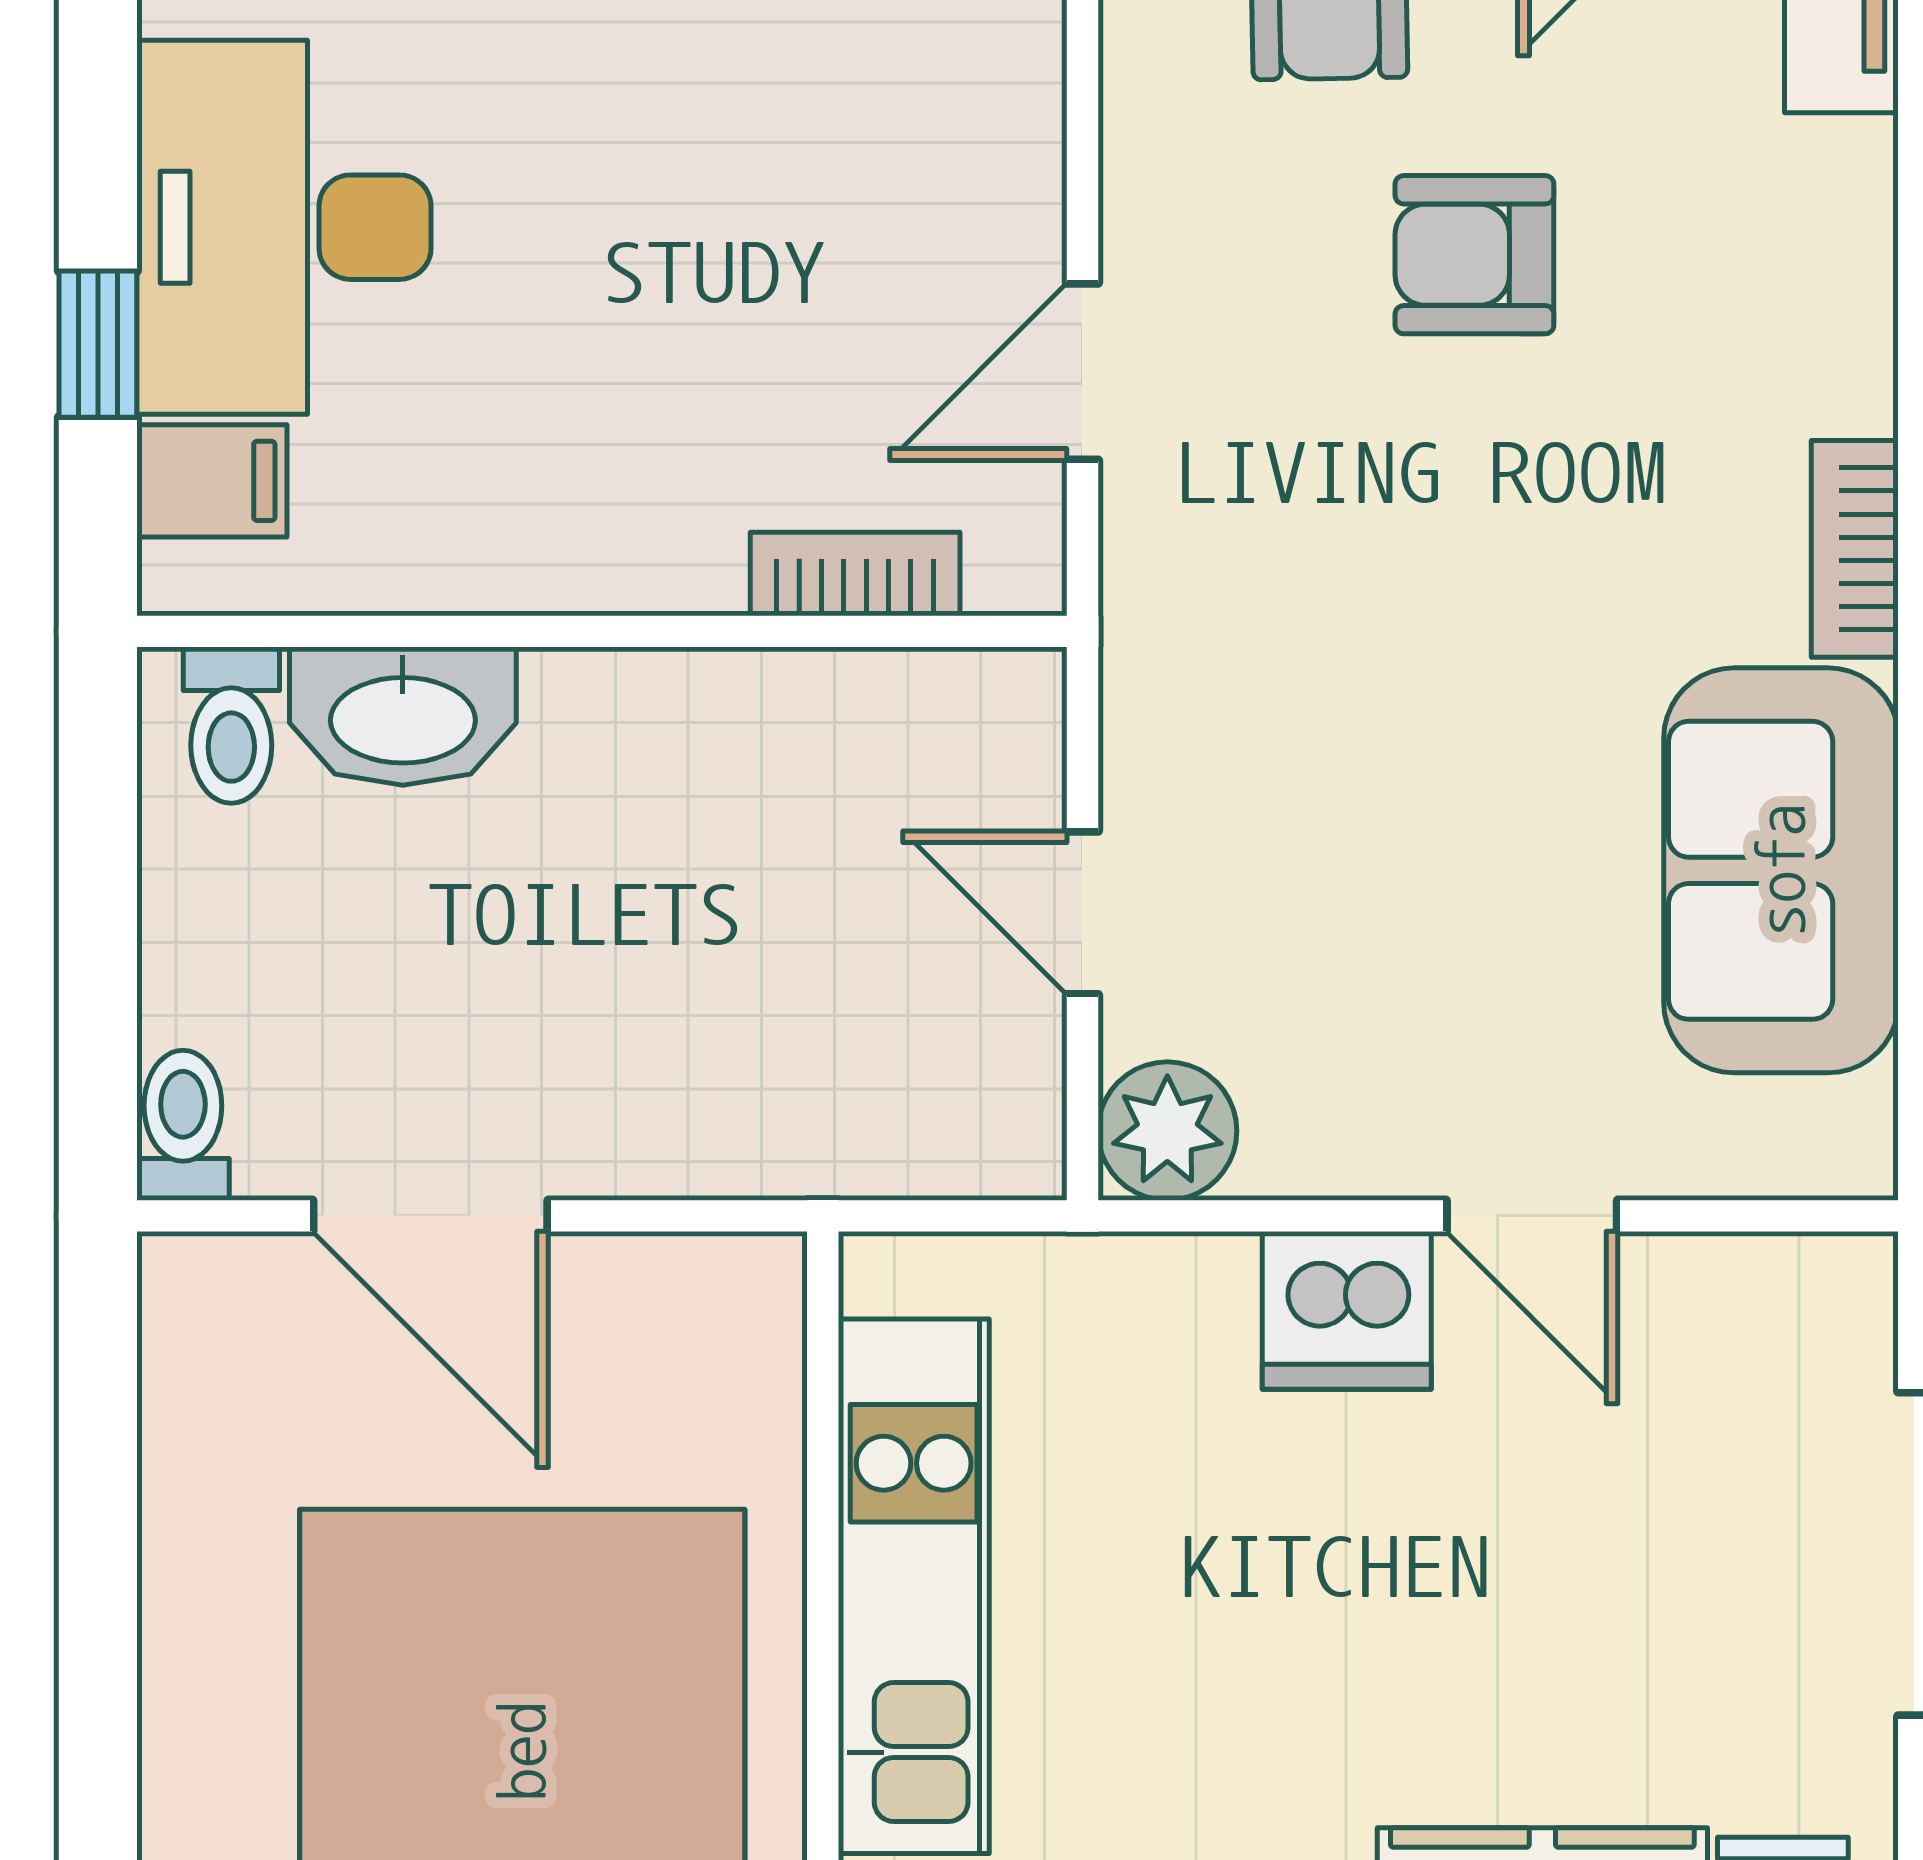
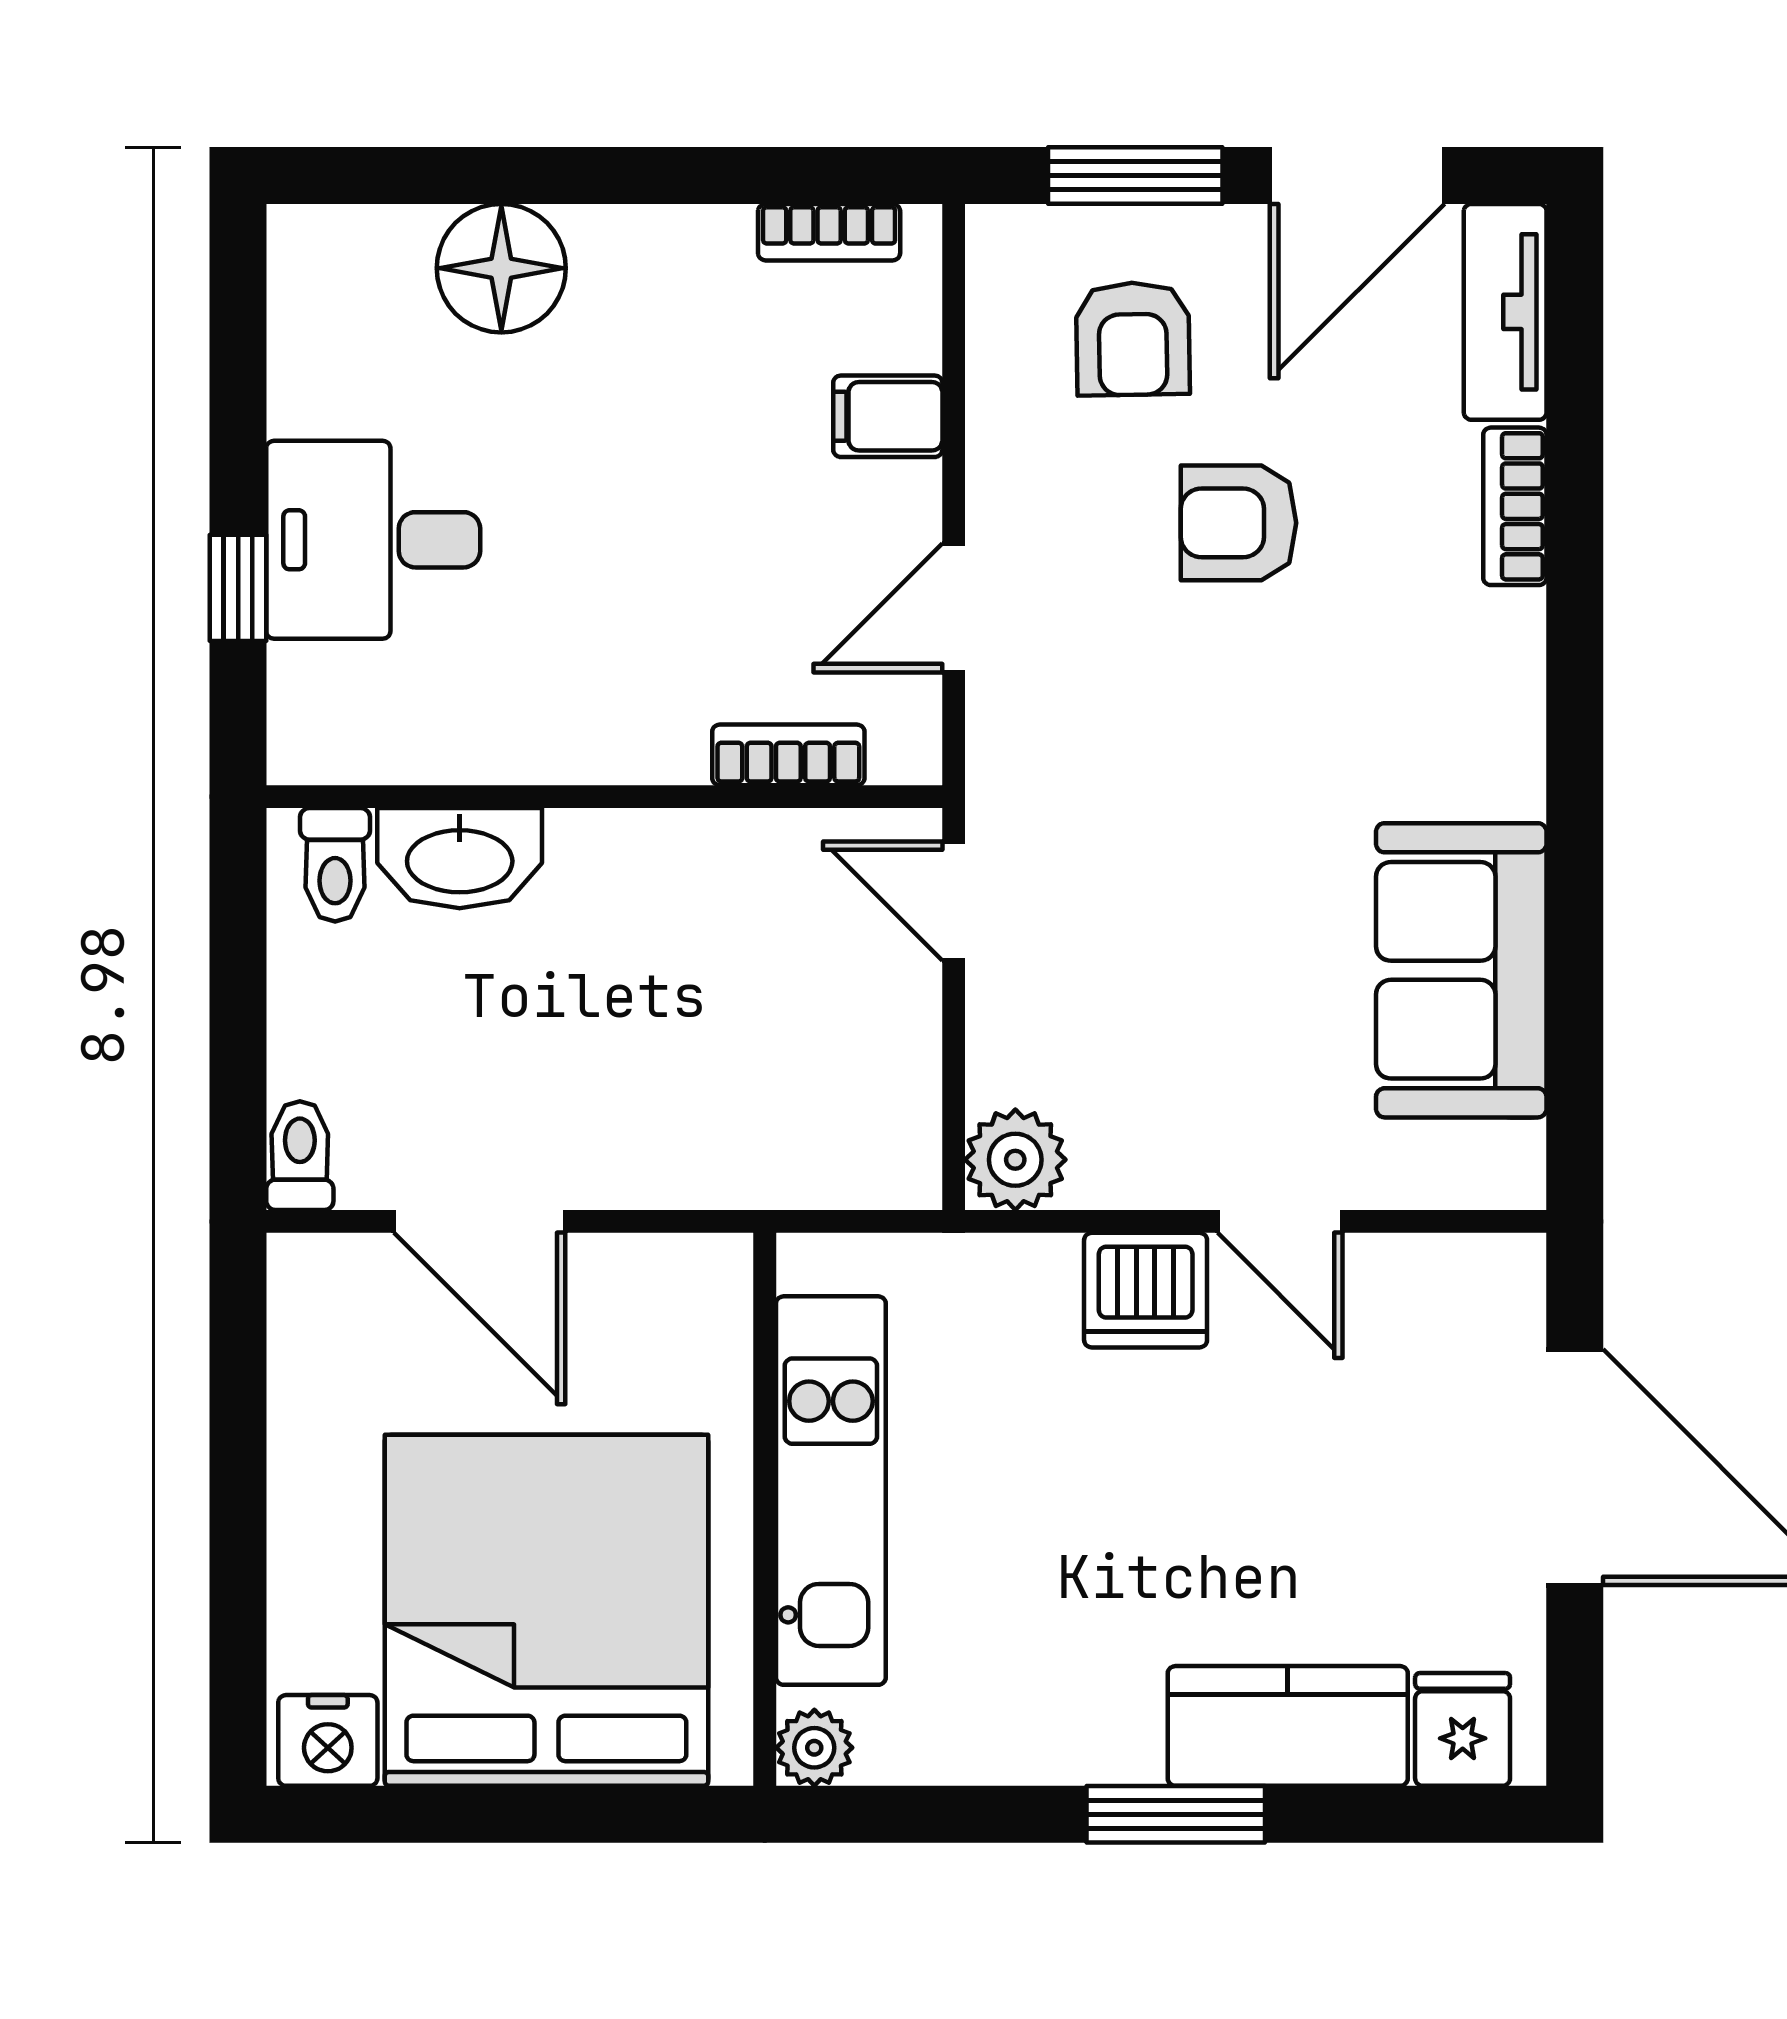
desk: (284, 227) -> (373, 540), width x0.73
filing cabinet: (212, 481) -> (888, 416), moved, turned 180
bookcase: (1855, 549) -> (1515, 506), moved
door: (1082, 913) -> (954, 901), moved

